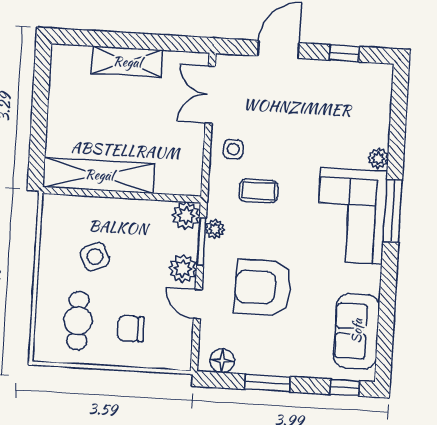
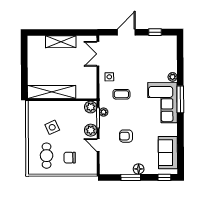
armchair: (263, 287) -> (126, 136), width x0.53, depth x0.53
floor lamp: (222, 361) -> (139, 169), moved

